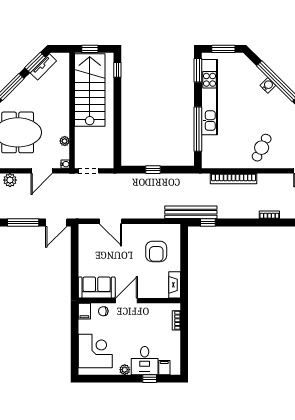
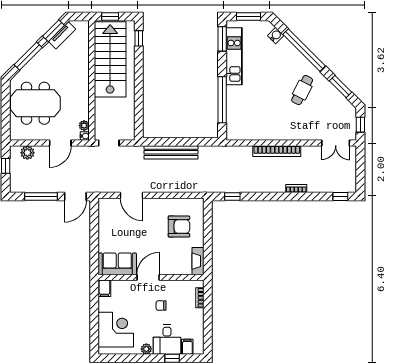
water cooler: (268, 85) -> (276, 36), moved
kitchen unit: (209, 97) -> (234, 56), width x0.73
plant: (65, 141) -> (84, 126), moved
cafe table: (262, 148) -> (302, 90), moved
window: (153, 170) -> (176, 142), removed
bookcase: (234, 179) -> (277, 151), moved
bench: (191, 212) -> (171, 152), moved
armchair: (156, 251) -> (179, 226), turned -90
chair: (103, 311) -> (161, 306), moved

